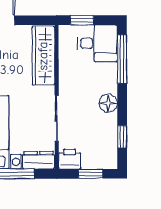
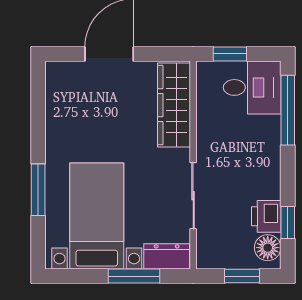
floor lamp: (108, 103) -> (268, 248), moved
printer: (70, 159) -> (266, 216), moved, turned -90

